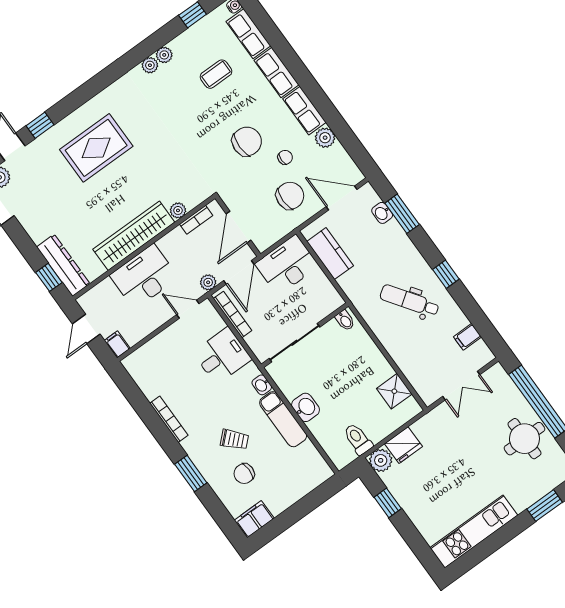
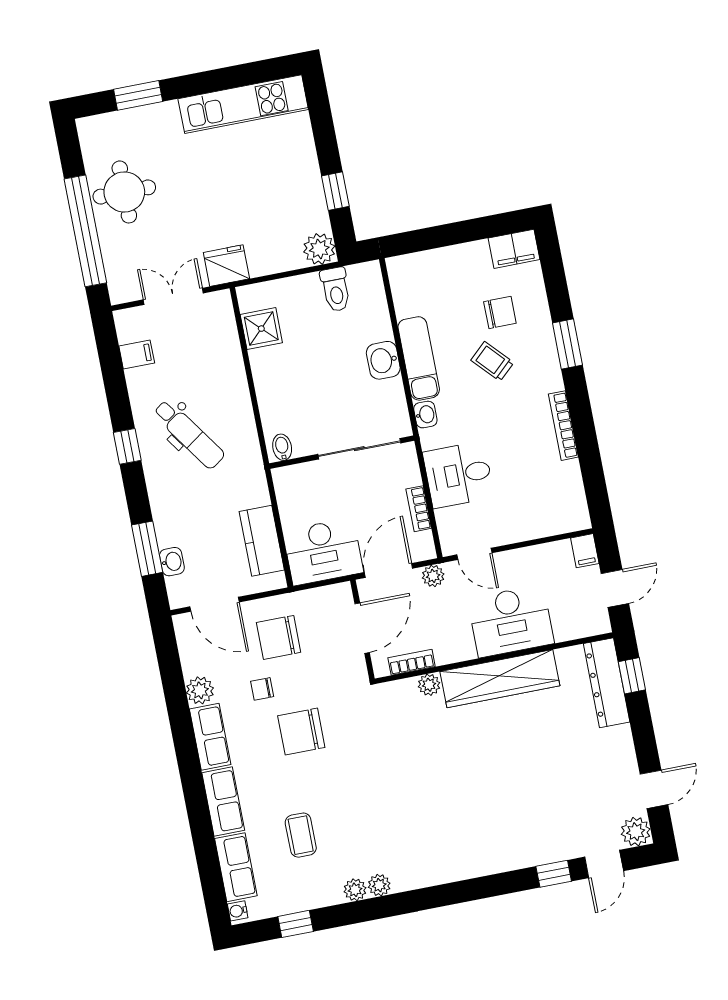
coffee table: (216, 74) -> (301, 835), turned 90
rug: (96, 148) -> (496, 812), removed
bookcase: (233, 315) -> (419, 509), width x0.64
fridge: (404, 445) -> (226, 266), moved

